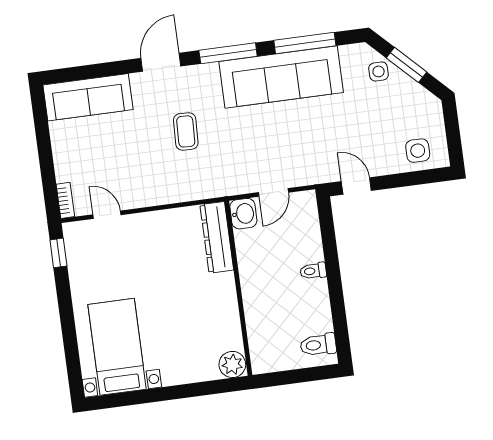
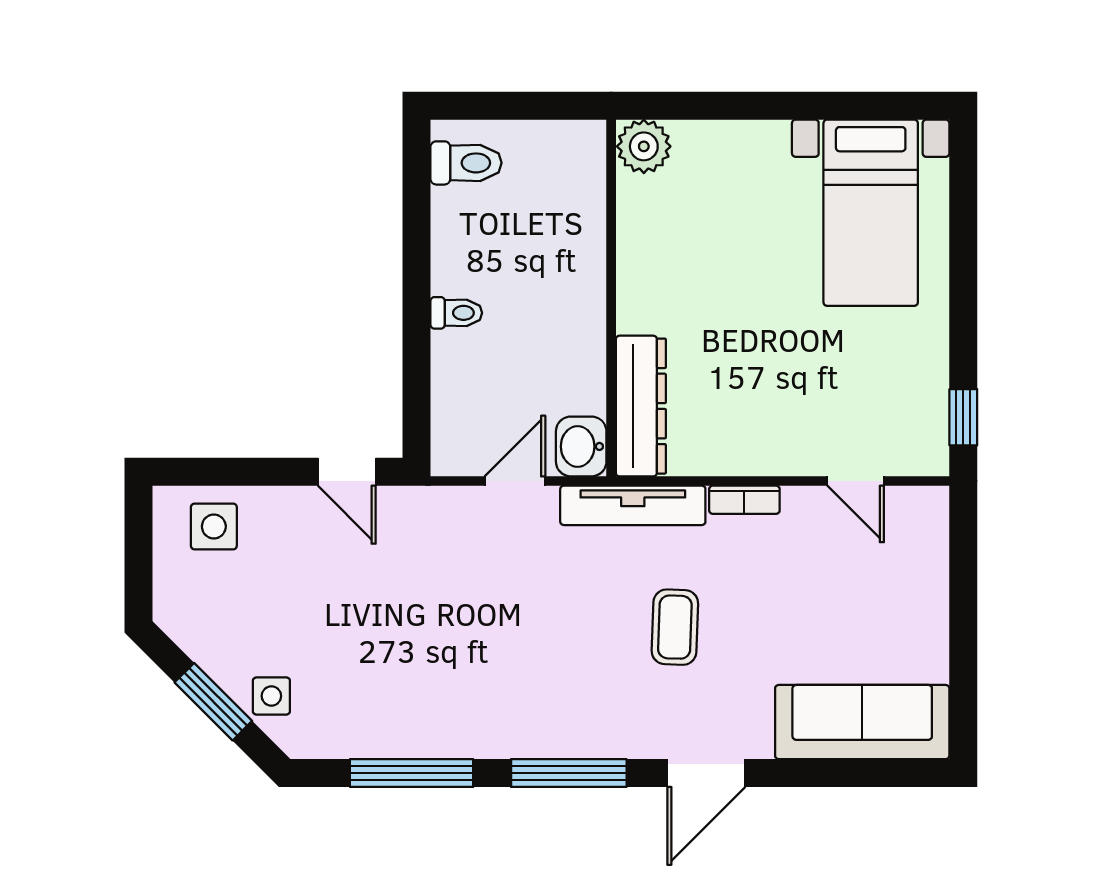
sofa: (281, 77) -> (468, 711), removed
tv unit: (214, 188) -> (633, 505), added
bookcase: (65, 200) -> (744, 500), moved, turned -90

